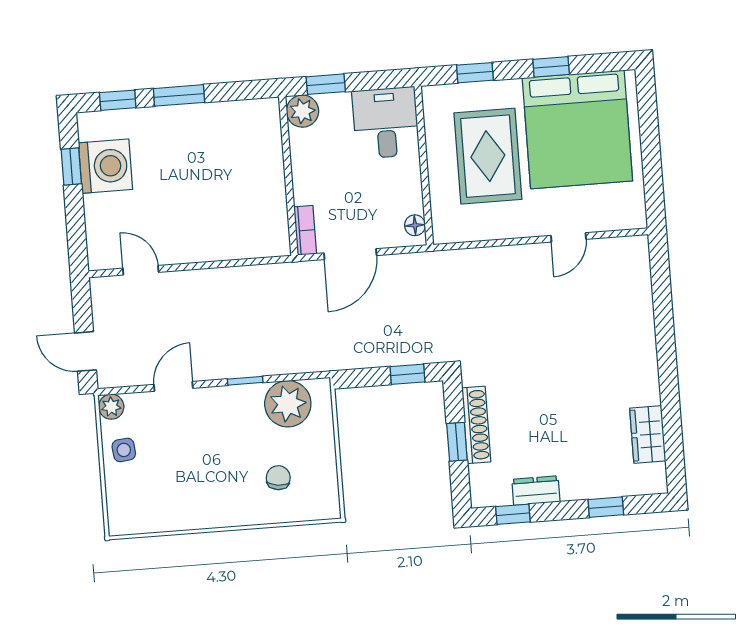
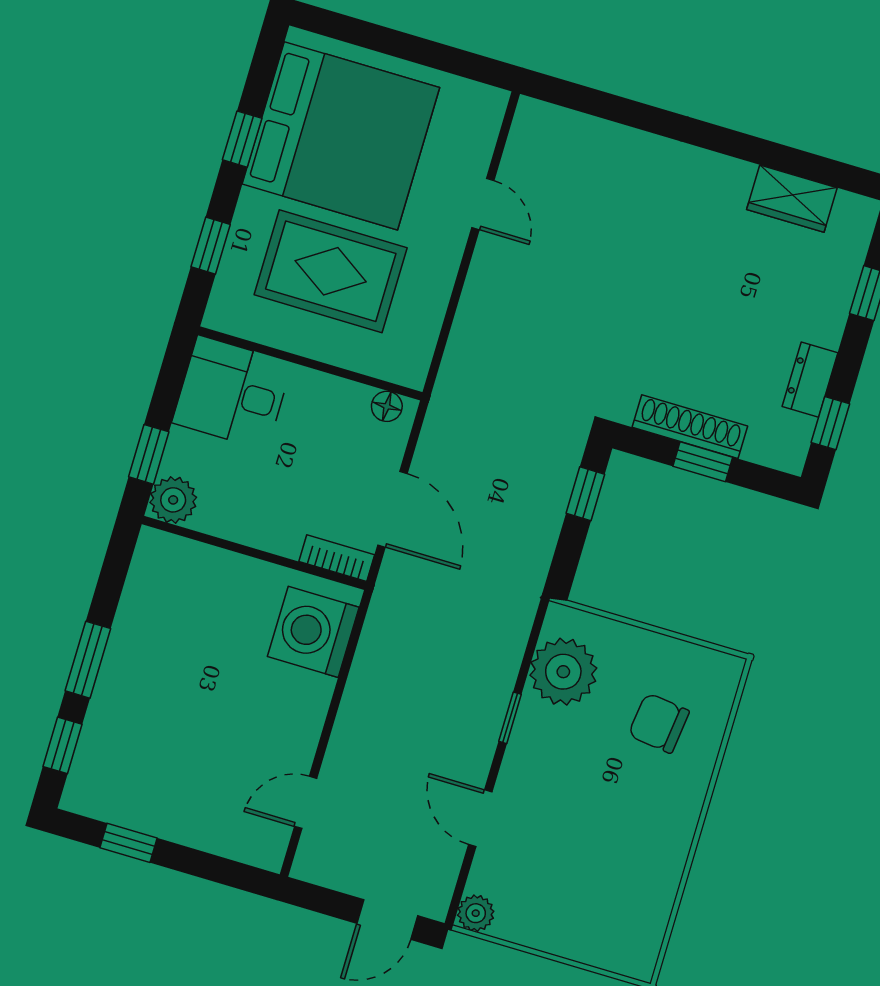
washing machine: (105, 166) -> (313, 632), moved, turned -90
side table: (124, 450) -> (541, 919), removed
chair: (278, 478) -> (659, 723), width x1.37, depth x1.37

